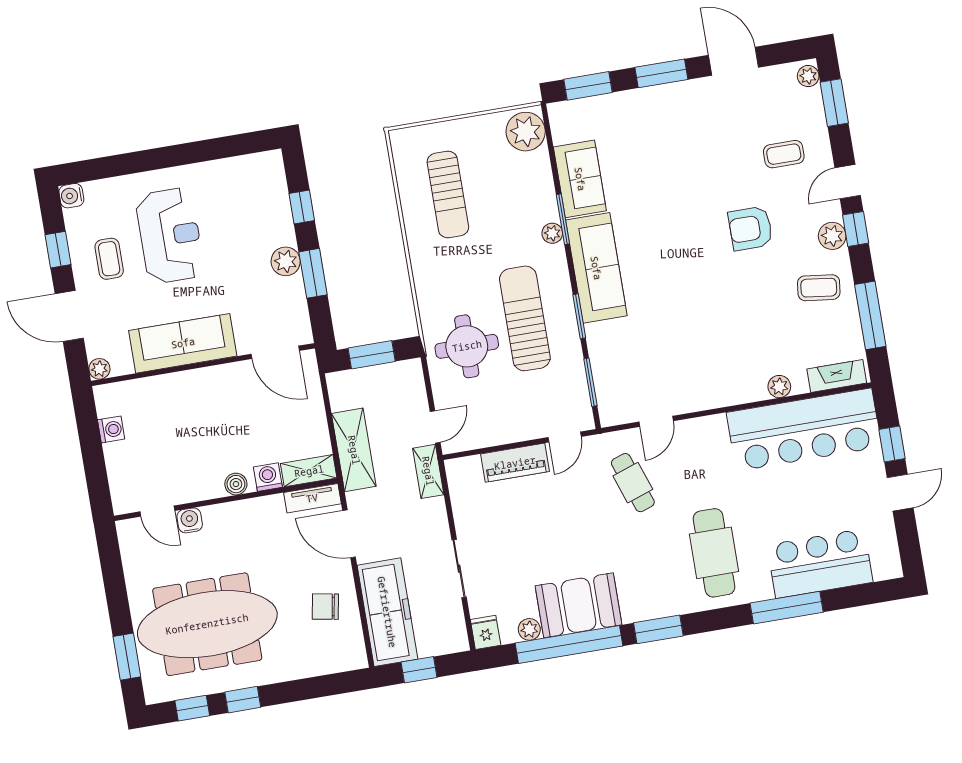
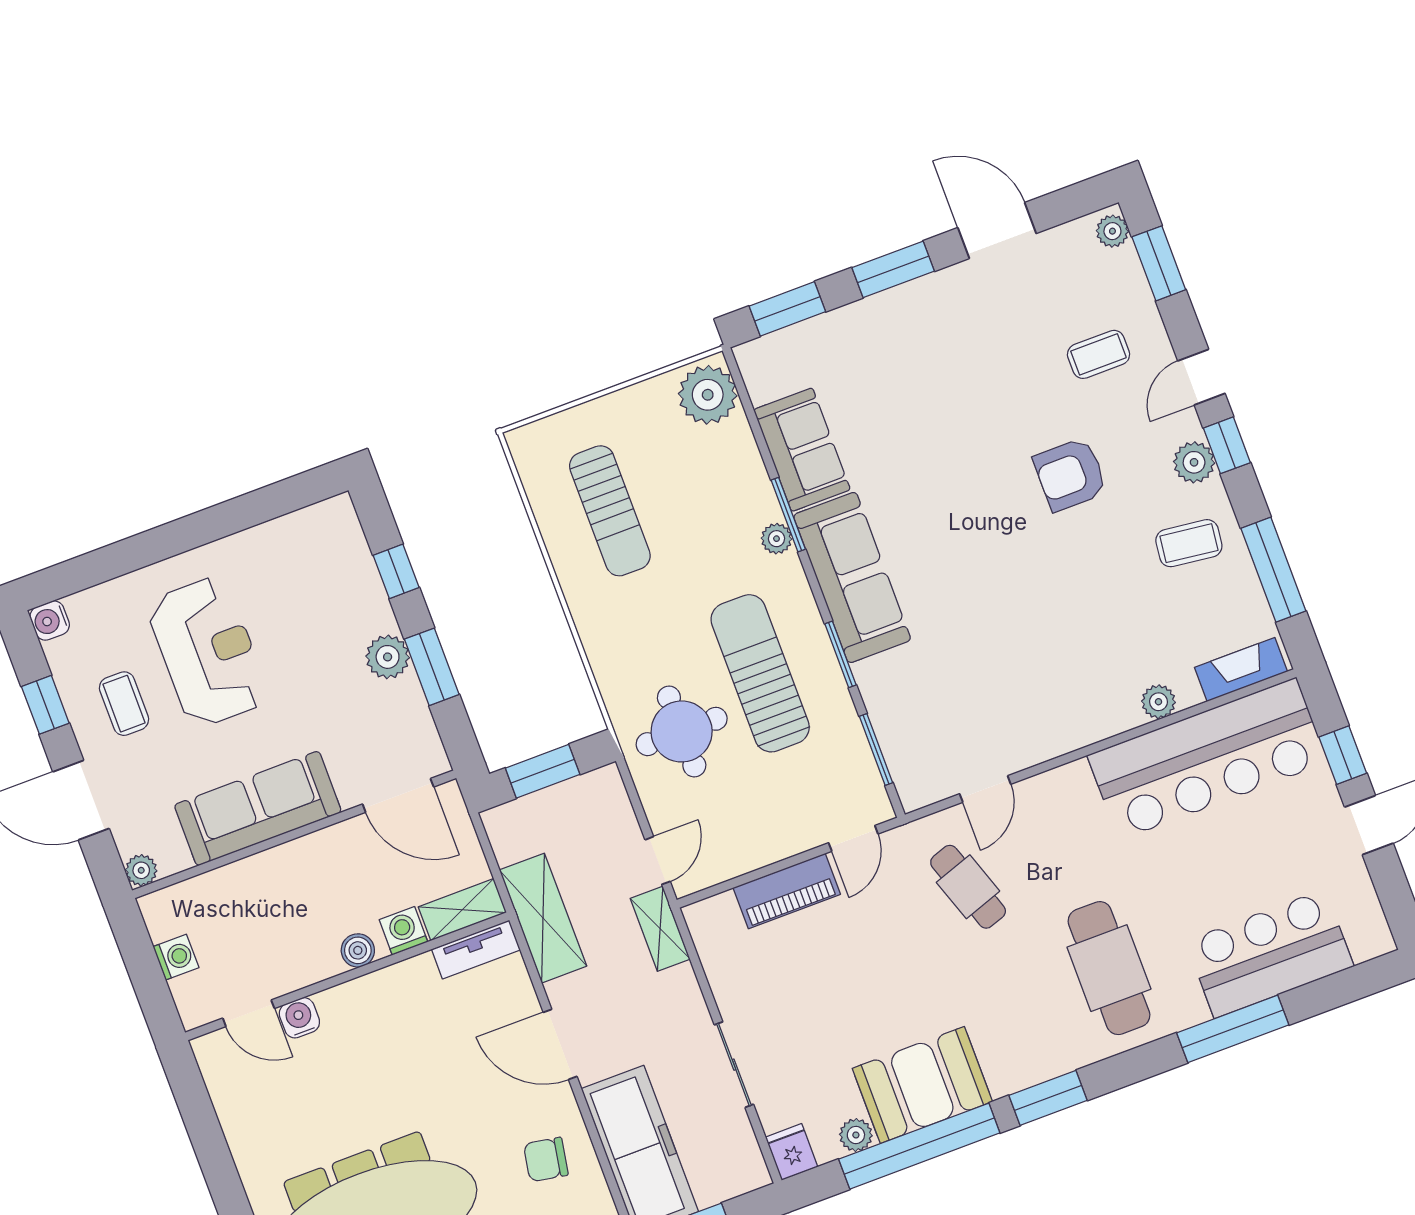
shelving: (309, 471) -> (462, 910), moved
washing machine: (268, 477) -> (403, 931), moved
boiler: (236, 484) -> (358, 950), moved
tv unit: (312, 498) -> (476, 950), moved
wall: (226, 500) -> (347, 976), moved
door: (157, 511) -> (249, 1013), moved
water cooler: (190, 520) -> (299, 1018), moved

